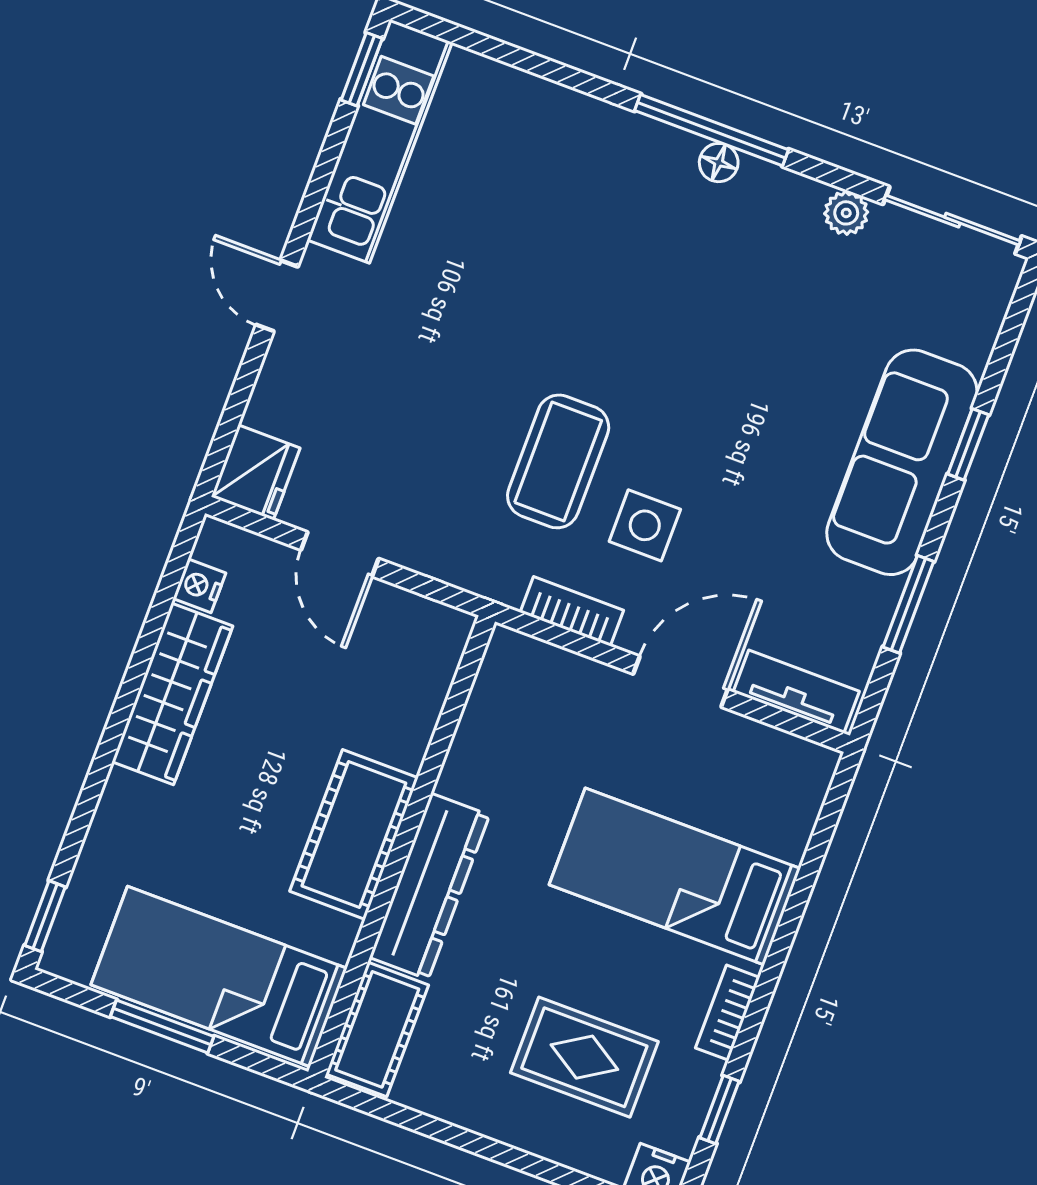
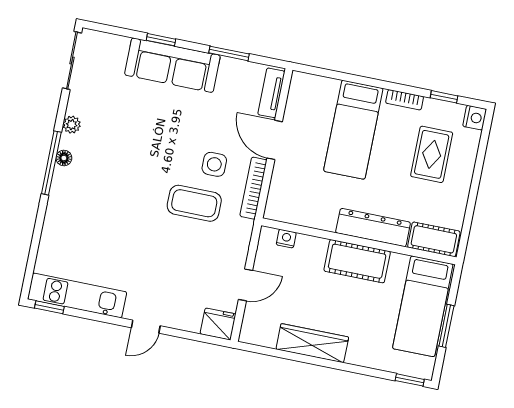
plant: (846, 213) -> (72, 125), moved
nightstand: (199, 586) -> (286, 239), moved, turned 180
bookcase: (572, 611) -> (253, 188), width x1.56

